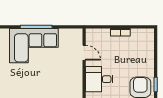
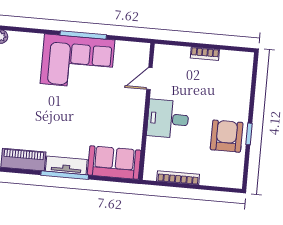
door: (84, 53) -> (149, 79), swing flipped

